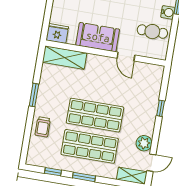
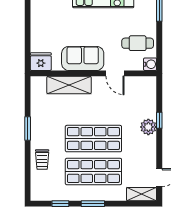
water cooler: (168, 12) -> (150, 64), moved
shelving: (65, 58) -> (69, 85), moved
plant: (144, 143) -> (148, 127), moved

